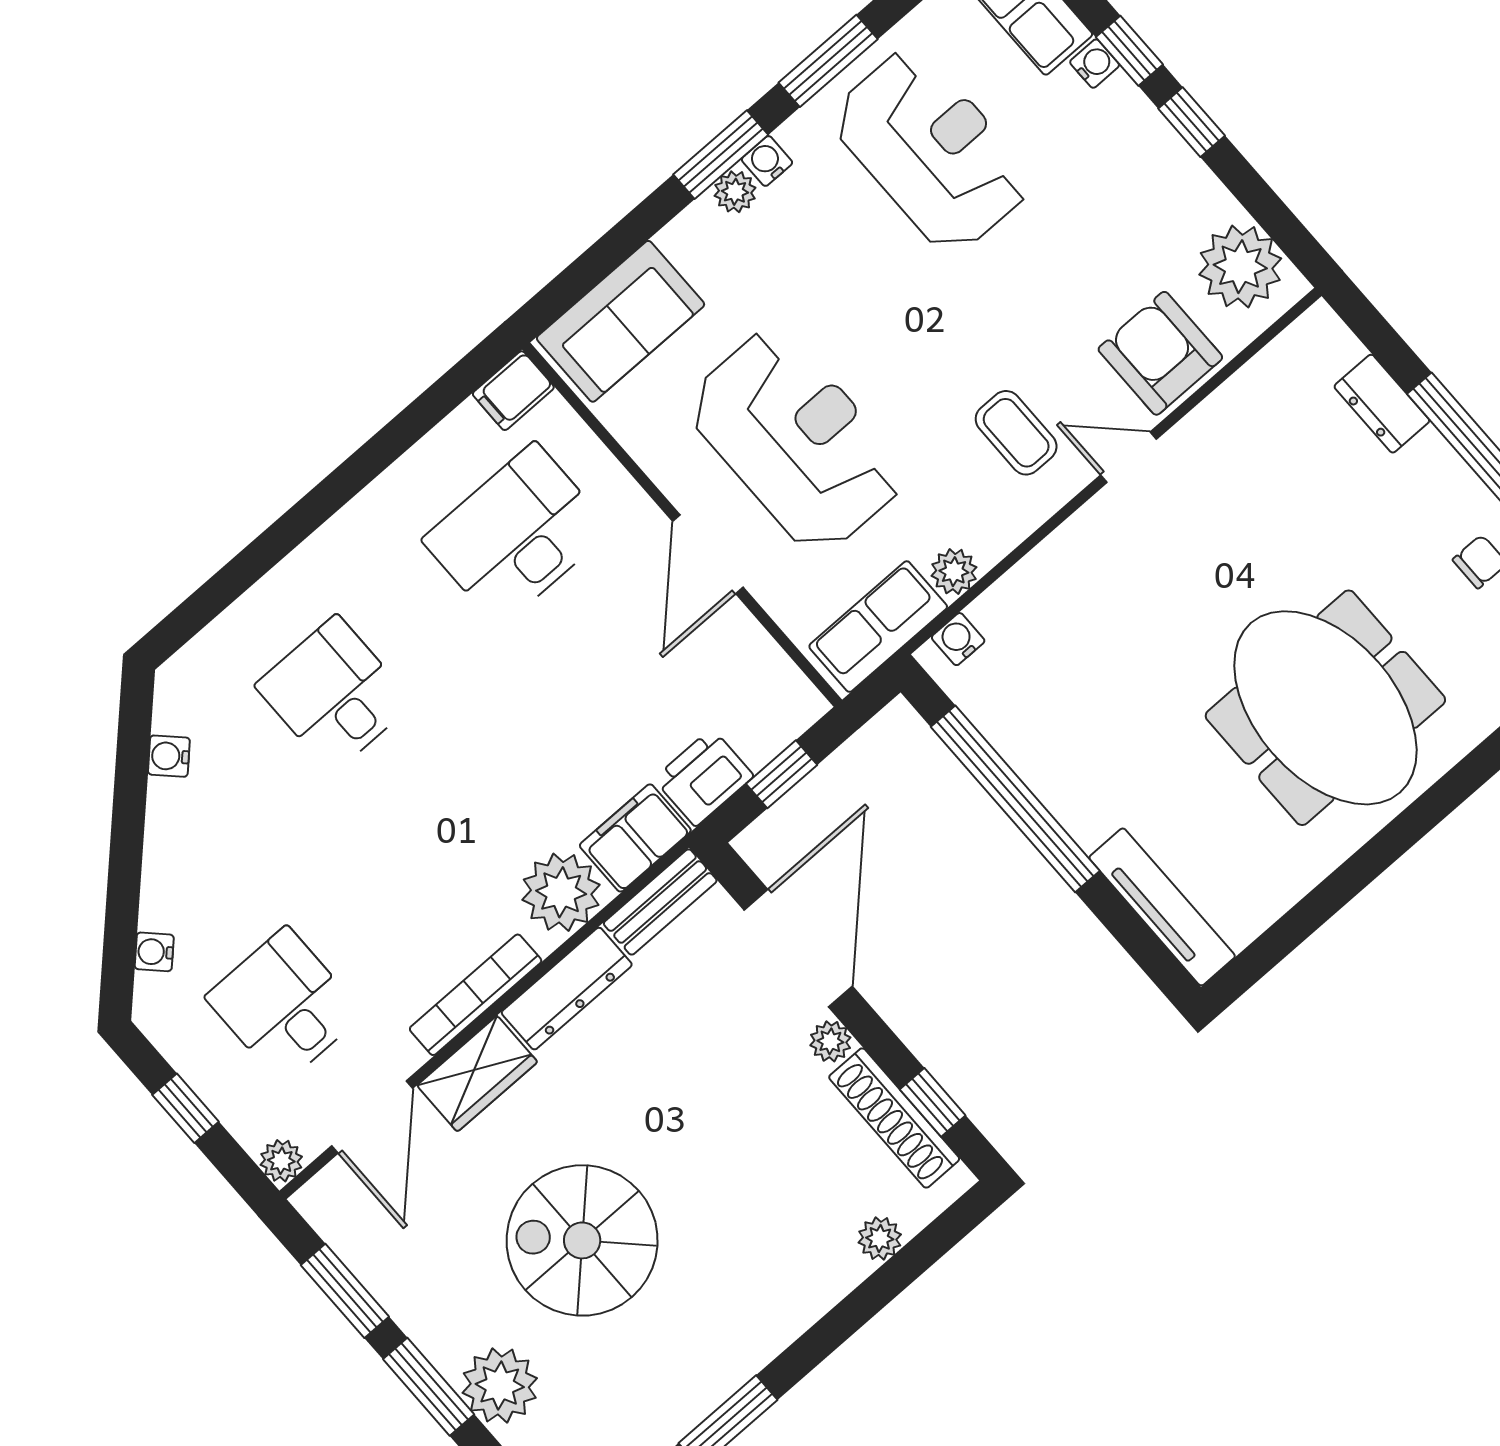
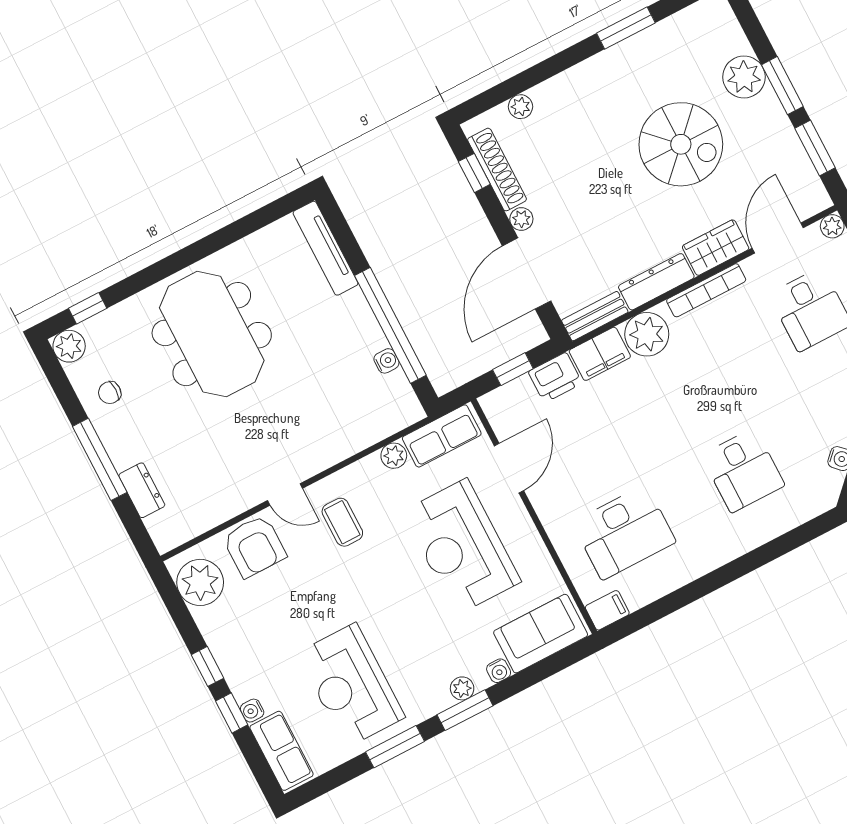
water cooler: (767, 161) -> (499, 671), moved
door: (708, 554) -> (509, 468), moved
water cooler: (958, 639) -> (386, 361), moved, turned -90

